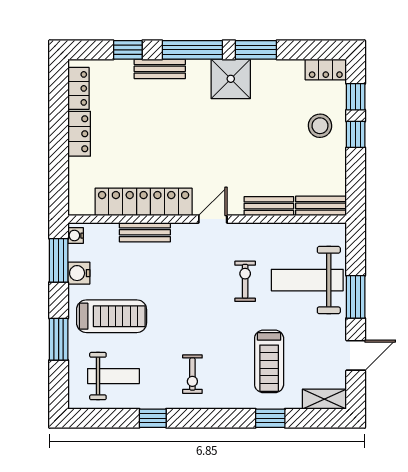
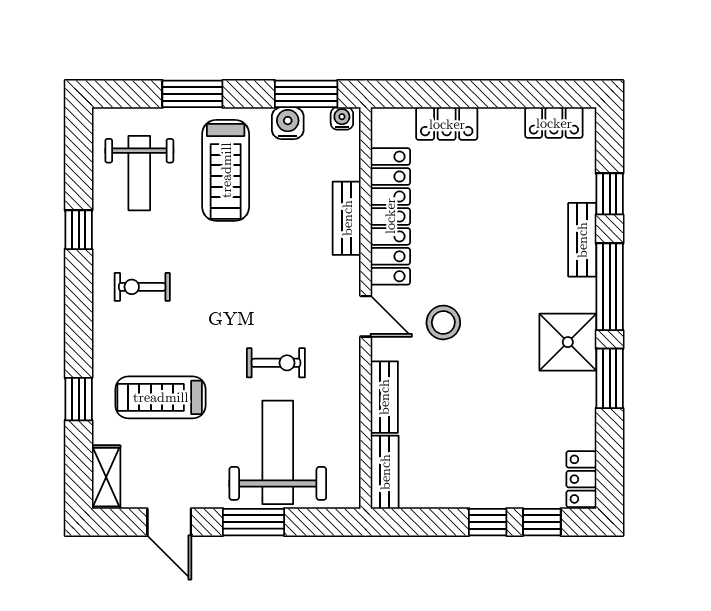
stool: (320, 126) -> (443, 322), moved
locker: (79, 134) -> (447, 124), moved

